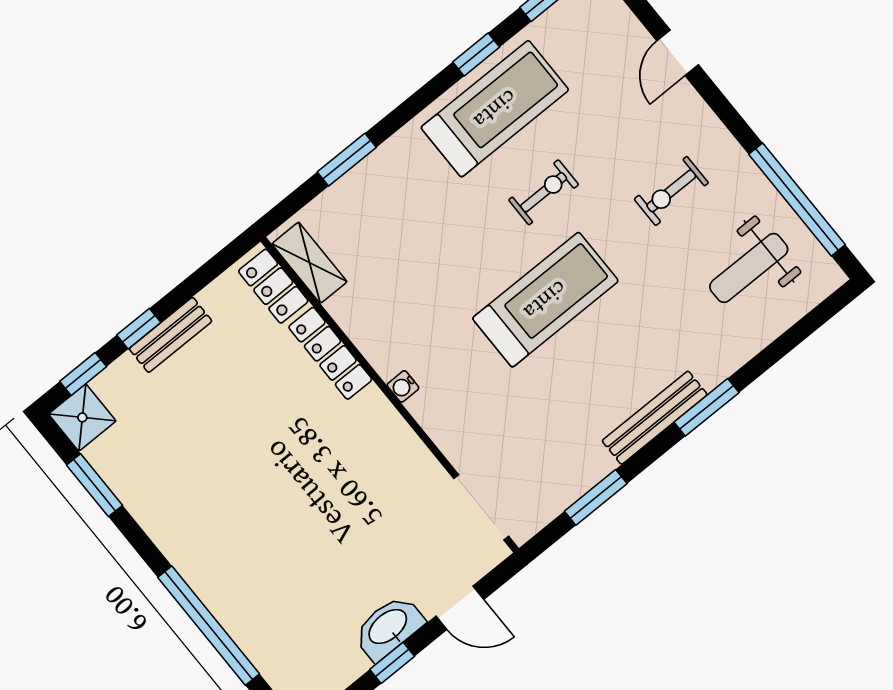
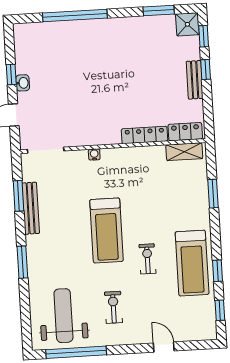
exercise bike: (544, 192) -> (147, 259), turned 180
weight bench: (749, 268) -> (63, 316), width x1.36, depth x1.33
water cooler: (403, 386) -> (94, 154), moved
bench: (655, 418) -> (31, 208), moved
washbasin: (389, 627) -> (23, 83), width x0.52, depth x0.69

